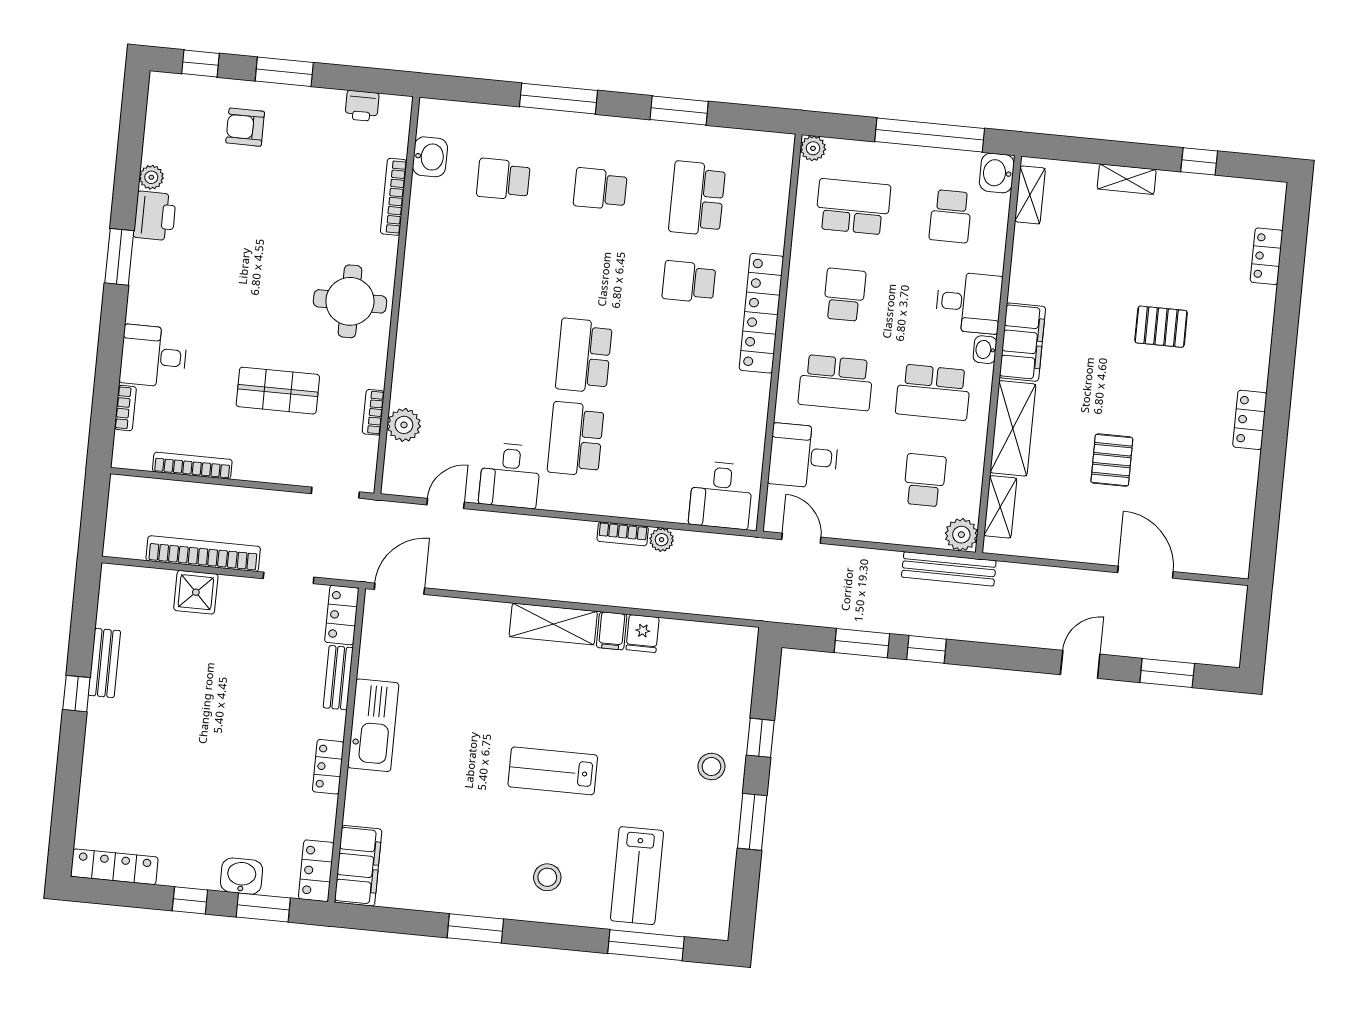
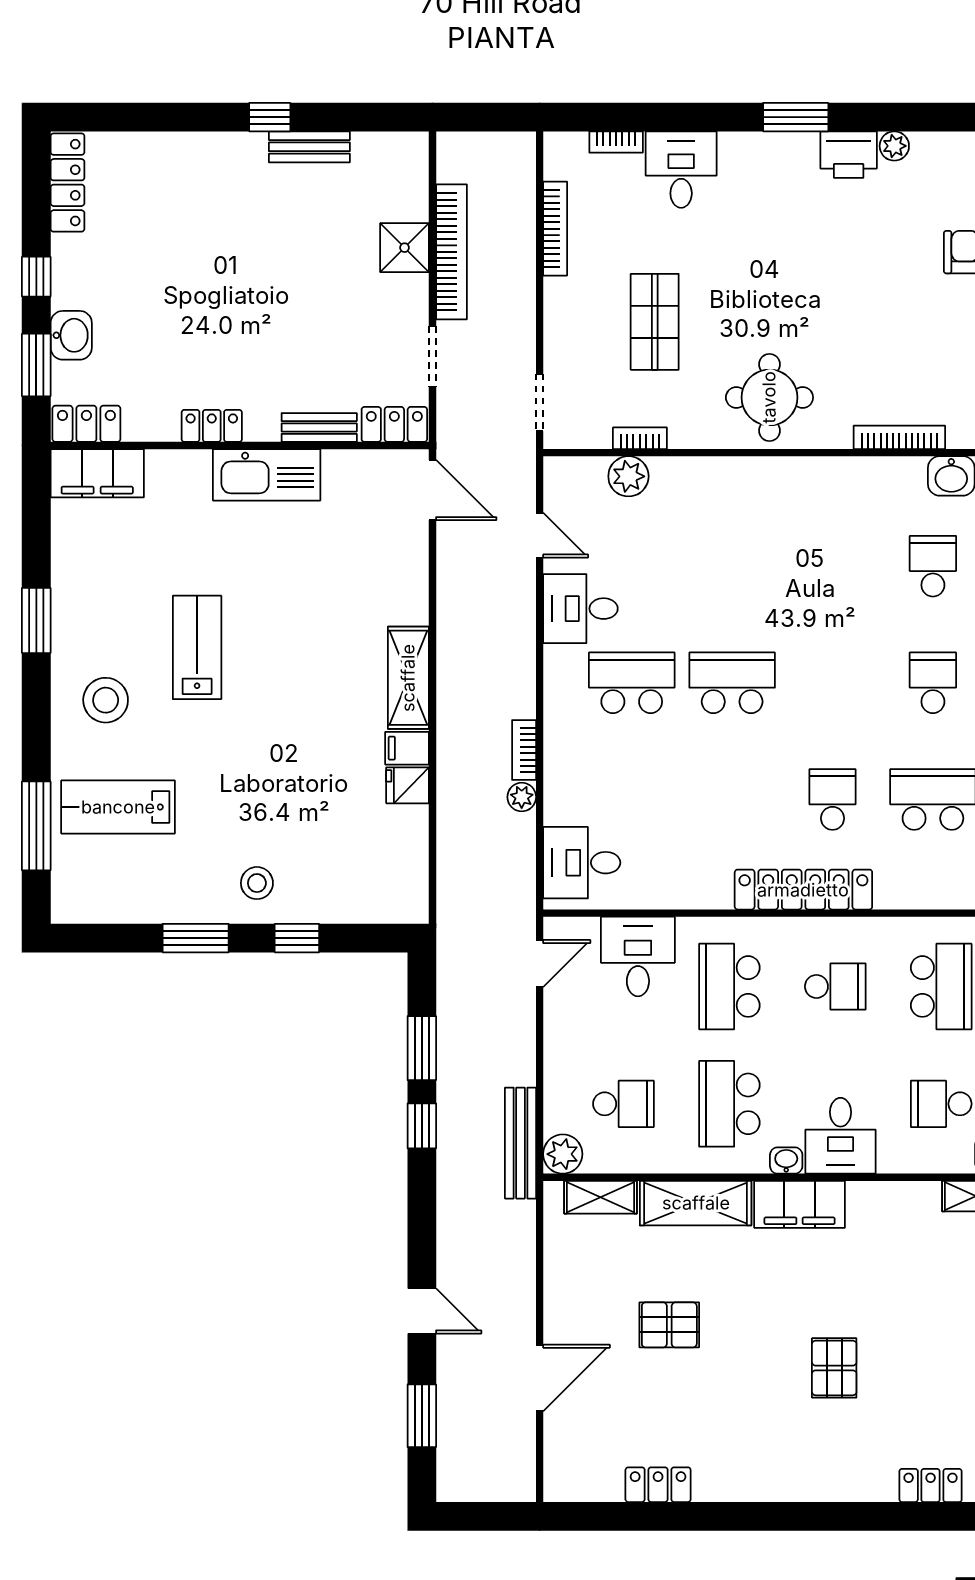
locker: (1250, 420) -> (658, 1485), moved
lab bench: (553, 771) -> (197, 647), moved
stool: (547, 877) -> (106, 700), width x1.38, depth x1.38

